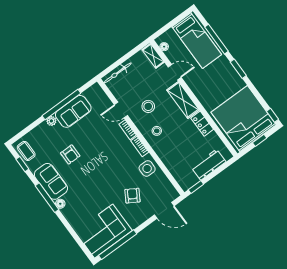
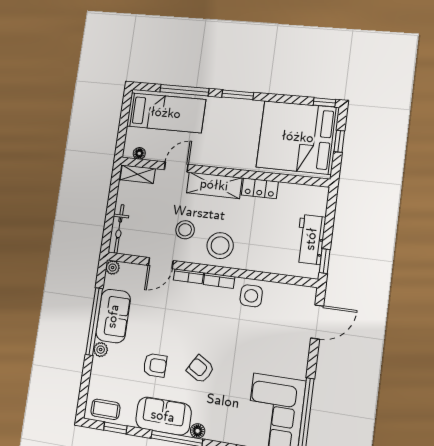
plant: (96, 88) -> (113, 268), added
stool: (157, 131) -> (220, 246), width x1.89, depth x1.89
workbench: (209, 165) -> (311, 239), moved
armchair: (132, 196) -> (200, 369), moved

